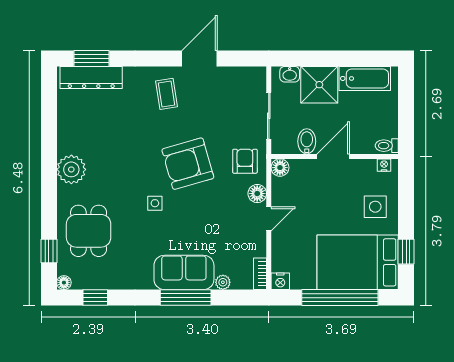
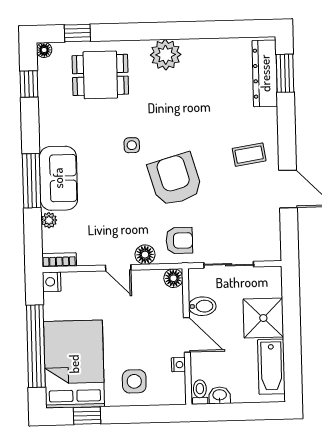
washbasin: (290, 74) -> (220, 395), moved, turned 90
nightstand: (384, 165) -> (178, 365), moved

